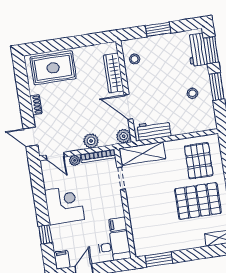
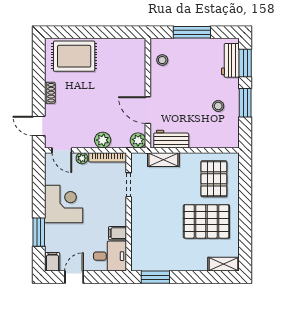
window: (158, 29) -> (192, 32), width x1.44
wardrobe: (114, 73) -> (138, 72), removed
shelving: (143, 154) -> (163, 160), width x0.67, depth x0.75
window: (45, 234) -> (39, 232), width x1.50

